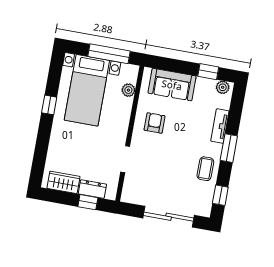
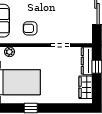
dresser: (92, 189) -> (87, 61), width x1.44

